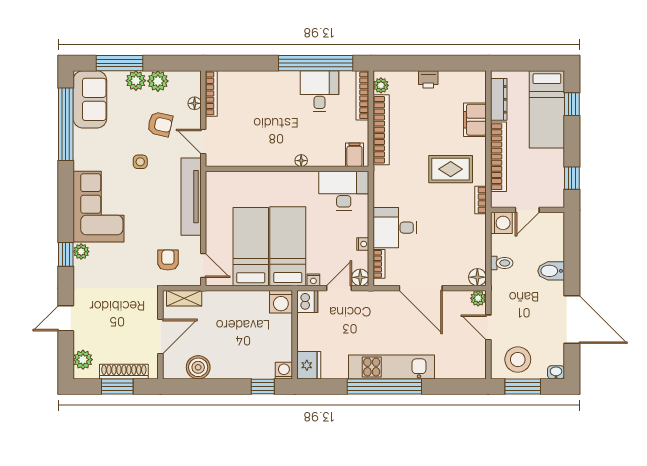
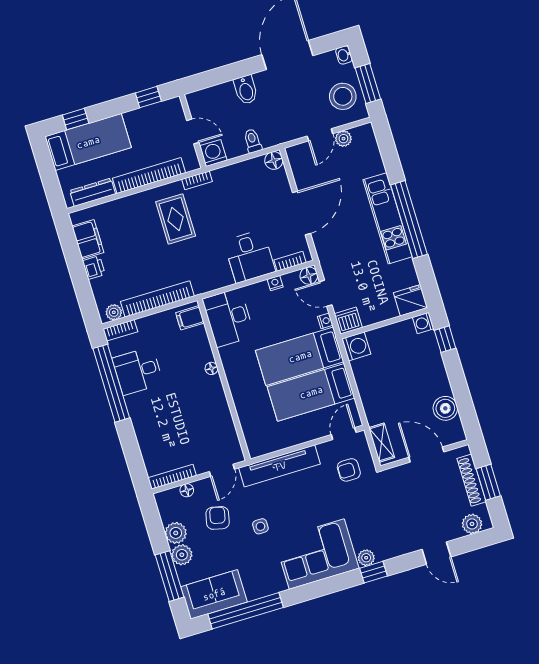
bookcase: (362, 95) -> (120, 330), width x0.64
filing cabinet: (475, 120) -> (88, 239), moved, turned -90
plant: (478, 298) -> (343, 139), moved

